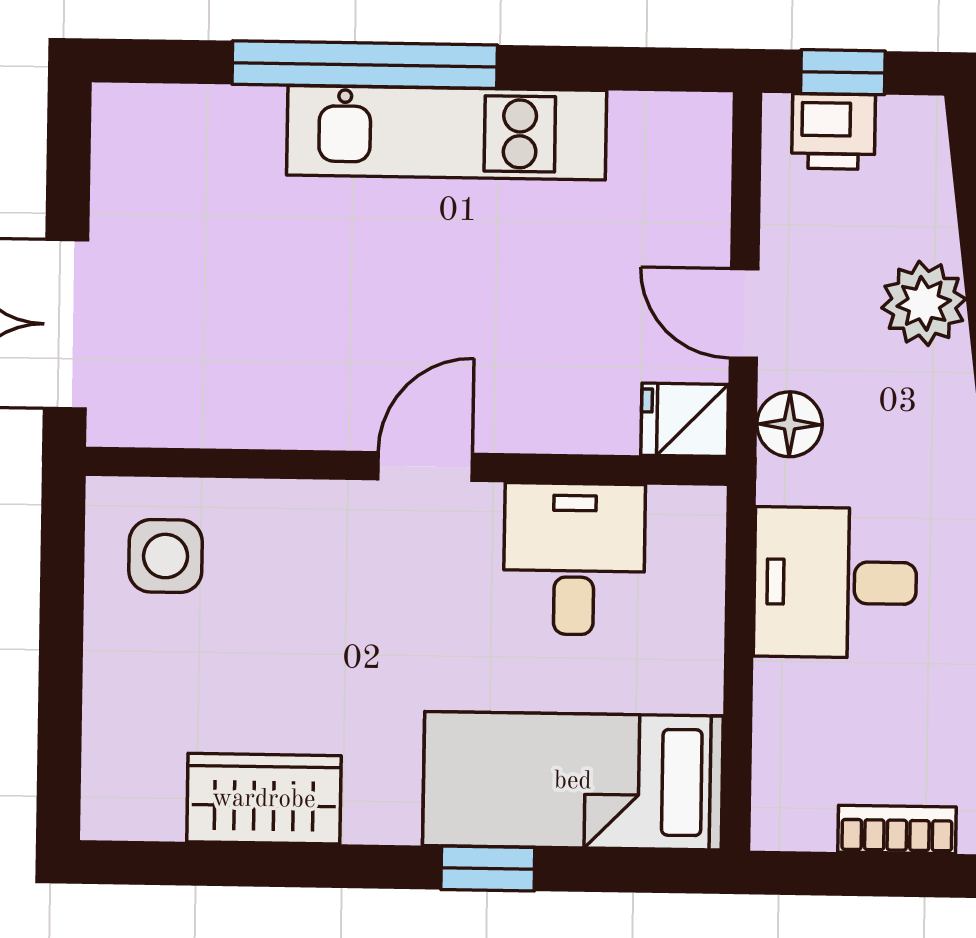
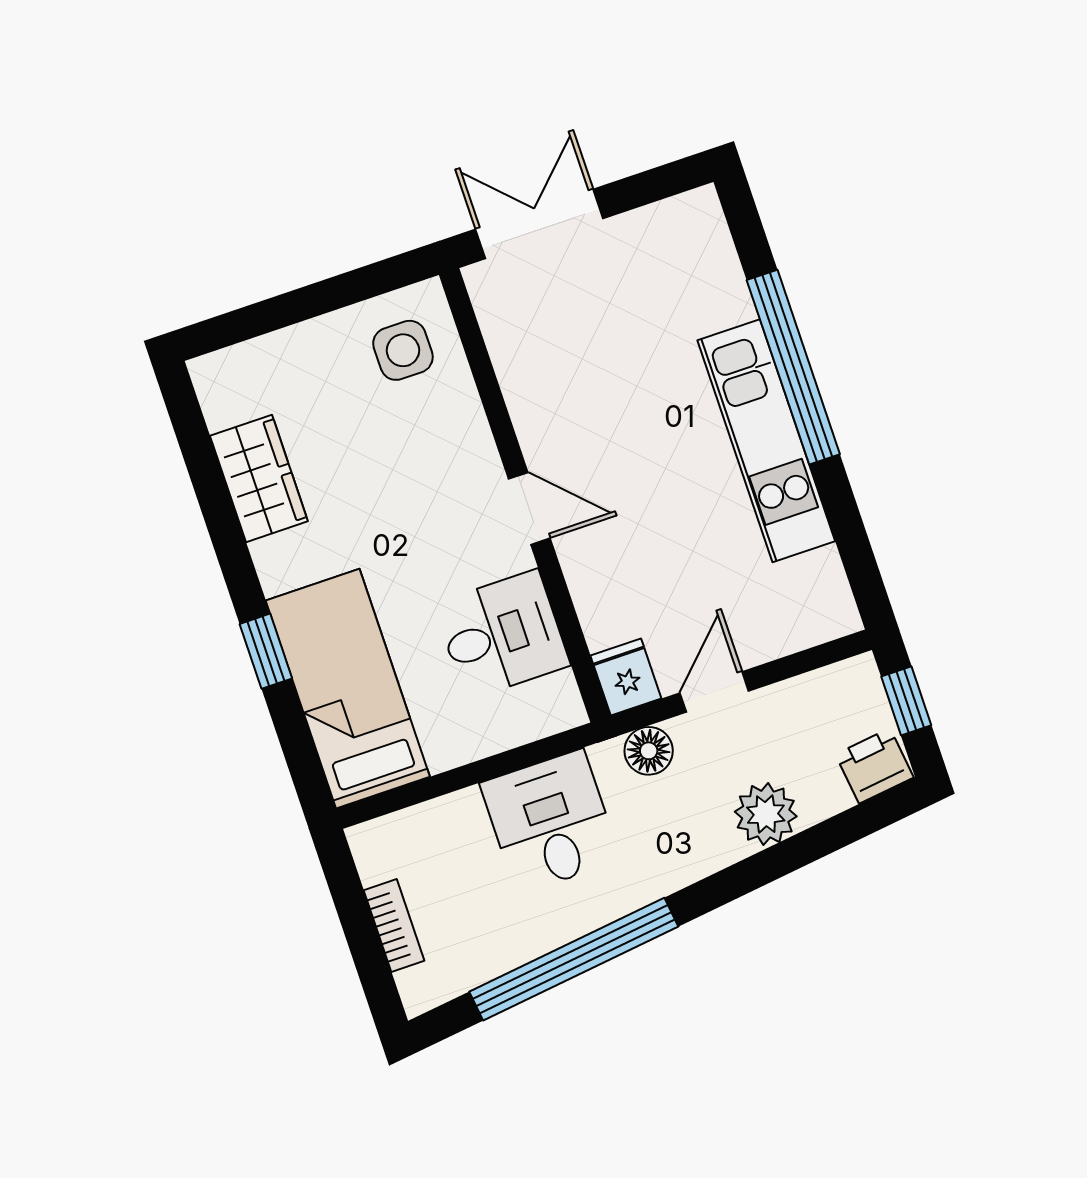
printer: (834, 131) -> (875, 766), moved, turned 83

